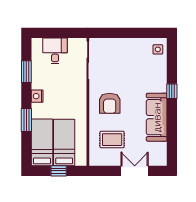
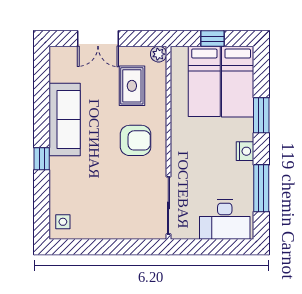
desk: (55, 51) -> (225, 220), width x1.37
window: (26, 72) -> (261, 188), width x1.44
armchair: (110, 103) -> (136, 140), turned 90
rug: (112, 140) -> (132, 86), turned 90
plant: (94, 161) -> (159, 54), added

